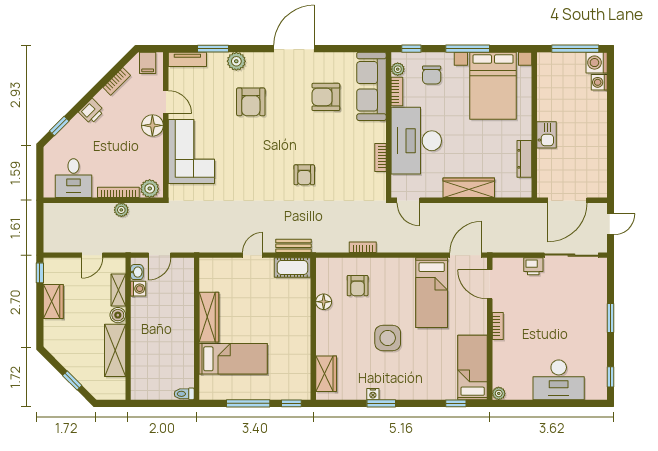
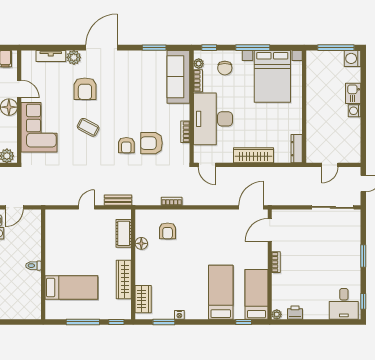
window: (213, 49) -> (154, 48), moved
door: (294, 49) -> (101, 48), moved
tv unit: (187, 59) -> (51, 56), moved
washing machine: (599, 82) -> (354, 111), moved
armchair: (326, 97) -> (151, 143), moved
kitchen sink: (546, 135) -> (353, 93), moved, turned 180
coffee table: (255, 152) -> (88, 127), added
dresser: (524, 159) -> (297, 149), moved
door: (567, 200) -> (330, 165), width x0.53
printer: (533, 266) -> (295, 313), moved, turned 180
cot: (292, 268) -> (124, 233), moved, turned 90
door: (490, 284) -> (270, 230), hinge flipped
bed: (432, 293) -> (221, 292), moved, turned 180
wardrobe: (209, 317) -> (124, 279), moved, turned 180
side table: (388, 338) -> (191, 271), removed
desk: (559, 380) -> (344, 304), moved, width x0.73
toilet: (184, 394) -> (33, 266), moved
window: (381, 403) -> (164, 322), moved

